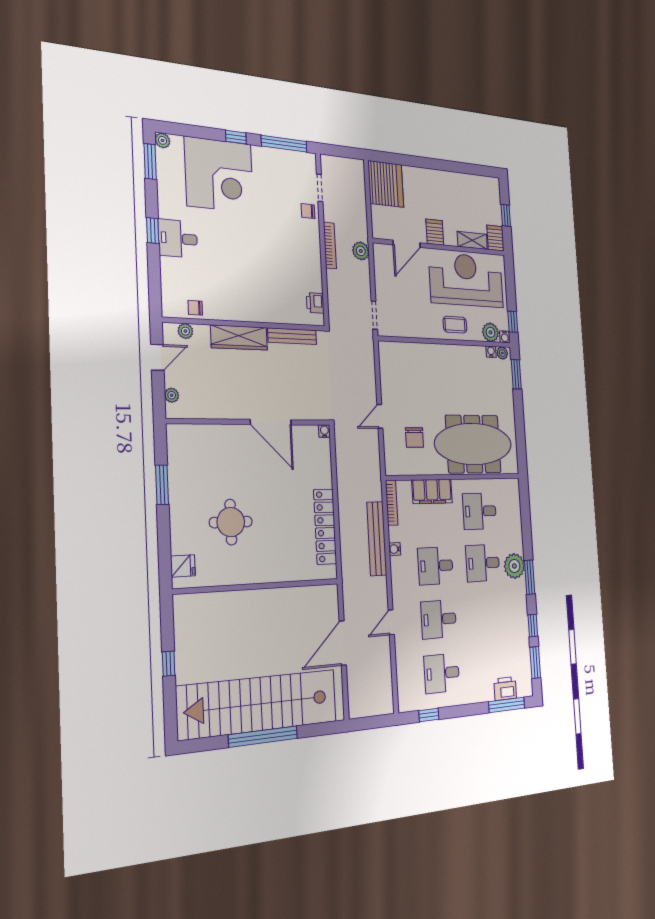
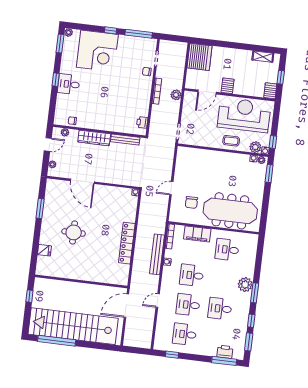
shelving: (472, 240) -> (263, 57), moved
door: (271, 422) -> (82, 181), moved
desk: (483, 563) -> (220, 309), moved
wall: (258, 586) -> (81, 281), moved
window: (263, 737) -> (57, 341), moved

